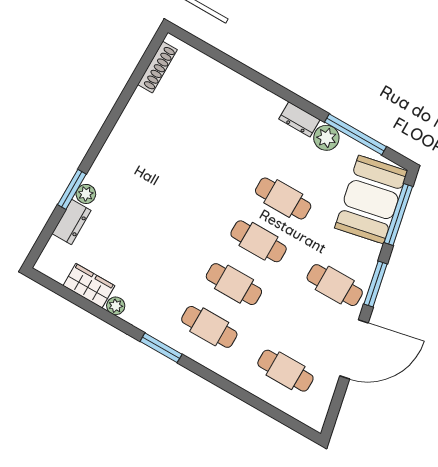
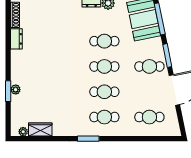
dresser: (71, 222) -> (16, 39), moved
plant: (116, 306) -> (23, 132), moved

